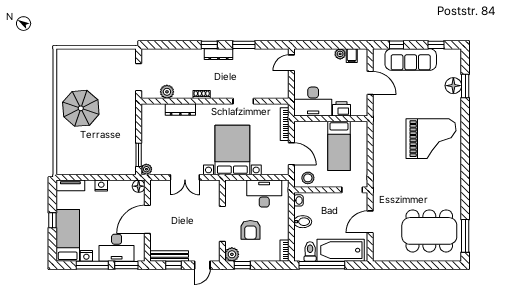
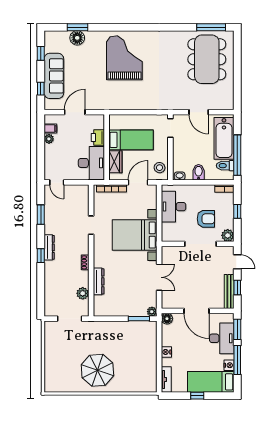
window: (244, 45) -> (41, 215), moved
wardrobe: (314, 128) -> (115, 162), added
window: (242, 265) -> (237, 211), moved

